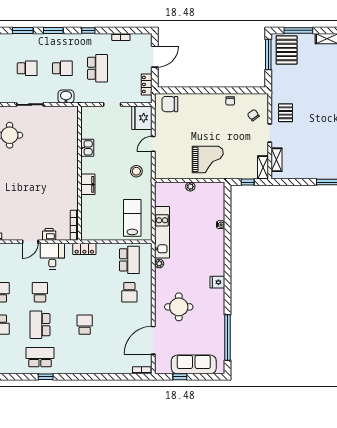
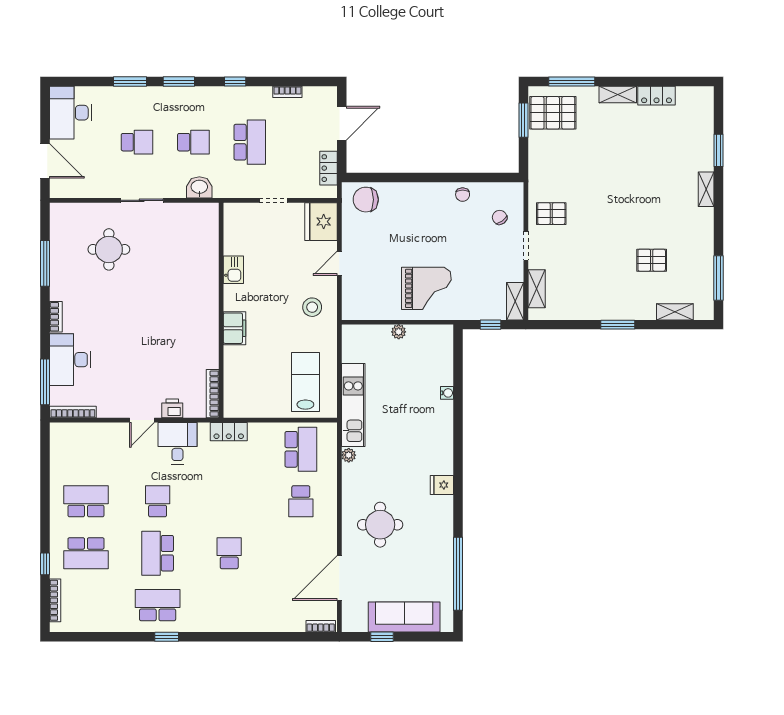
pallet: (287, 50) -> (553, 113), turned 90
window: (268, 55) -> (523, 120), width x0.69
pallet: (286, 113) -> (551, 214), turned 90

